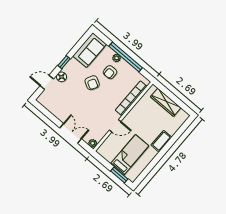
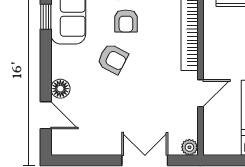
window: (64, 62) -> (46, 17), moved
door: (47, 82) -> (46, 115), swing flipped

